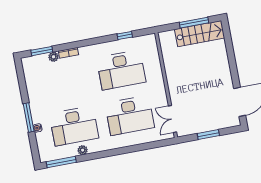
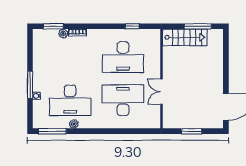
stairs: (200, 34) -> (185, 37), moved
desk: (130, 115) -> (123, 100), turned 180
double door: (172, 119) -> (161, 92), moved

